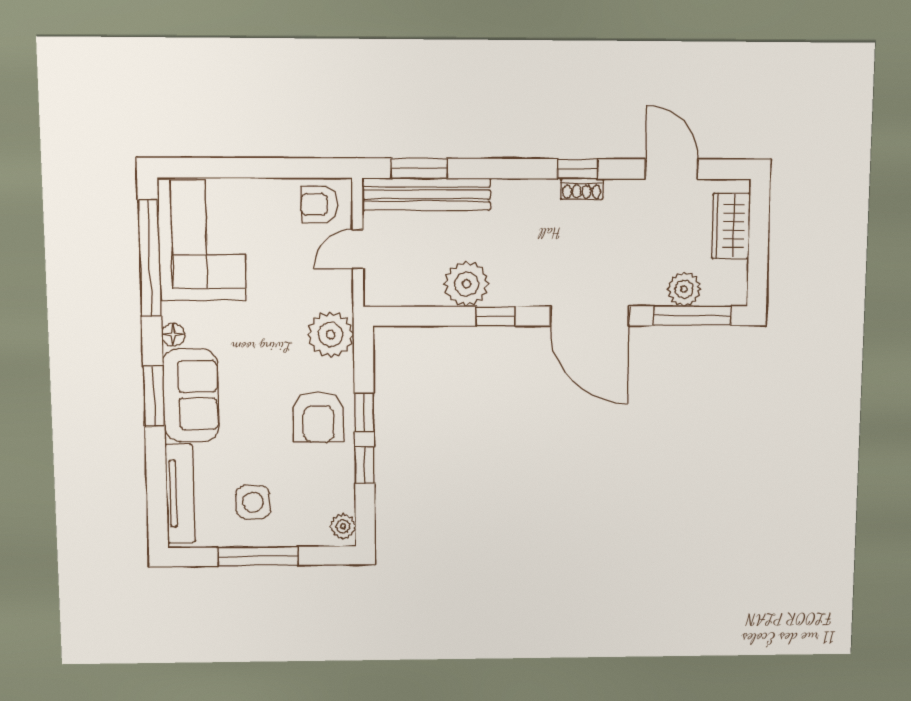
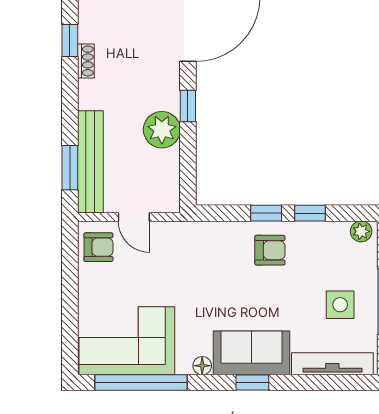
shoe rack: (582, 189) -> (86, 61), moved
armchair: (319, 204) -> (98, 247), turned -90
plant: (331, 335) -> (203, 240), removed
window: (154, 396) -> (252, 383), width x0.67
armchair: (319, 417) -> (270, 250), width x0.72, depth x0.72

